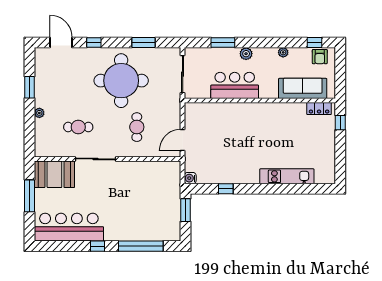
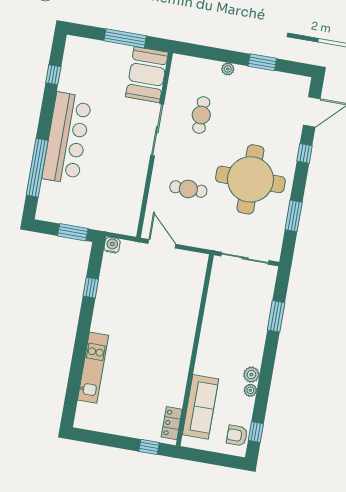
plant: (246, 54) -> (251, 375), moved
bar counter: (235, 85) -> (219, 322), removed
bar counter: (69, 227) -> (67, 138), moved
window: (98, 246) -> (53, 75), moved

